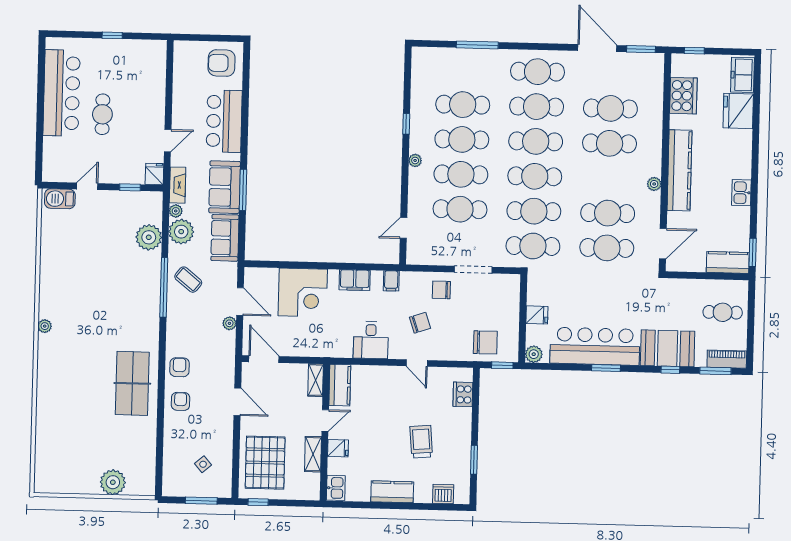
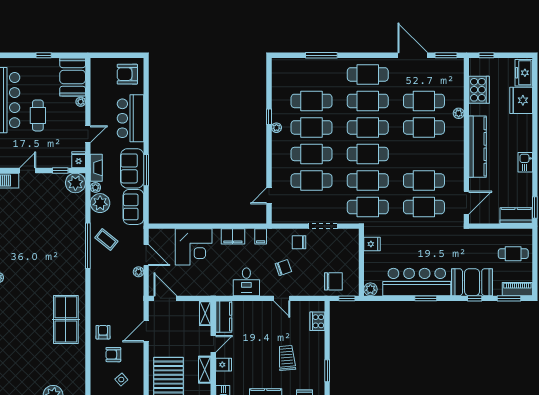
booth: (149, 65) -> (73, 77), added
plant: (159, 98) -> (81, 102), added
plant: (415, 160) -> (276, 128), moved
plant: (654, 184) -> (459, 113), moved
plant: (149, 237) -> (75, 183), moved
fridge: (537, 315) -> (372, 244), moved
armchair: (179, 367) -> (113, 355), moved, turned -90
door: (237, 402) -> (146, 331), swing flipped

